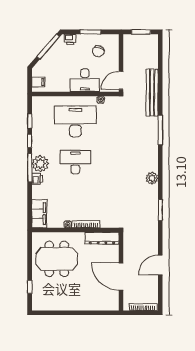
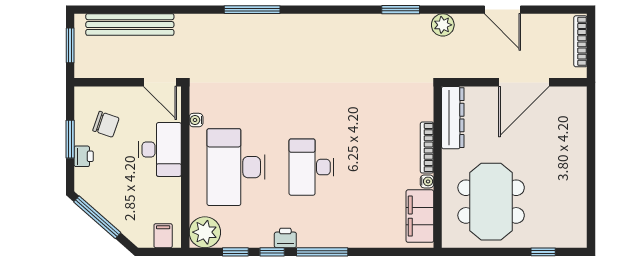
printer: (70, 39) -> (84, 156), moved
bench: (152, 92) -> (130, 25), moved
plant: (40, 164) -> (205, 232), moved
plant: (152, 178) -> (443, 25), moved
printer: (37, 179) -> (285, 238), moved
filing cabinet: (39, 214) -> (420, 216), moved, turned -90

